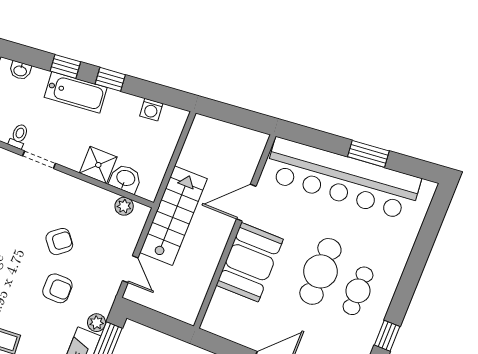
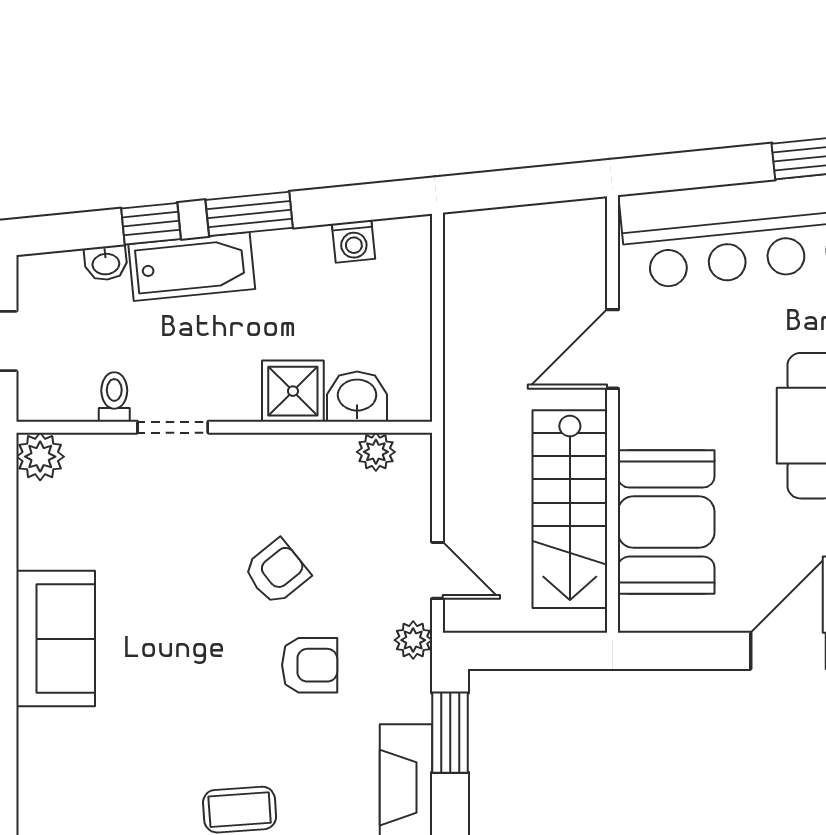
washbasin: (20, 71) -> (106, 263), moved
window: (110, 79) -> (249, 214), width x1.50
stairs: (173, 216) -> (570, 509), moved, turned 180
booth: (250, 262) -> (666, 522), moved
plant: (97, 323) -> (413, 640), moved

